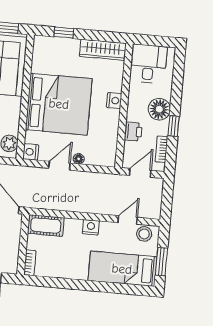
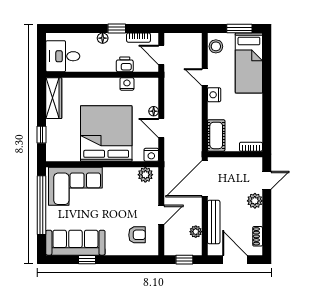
nightstand: (114, 101) -> (127, 84), moved
floor lamp: (159, 109) -> (103, 38), width x0.53, depth x0.53
door: (128, 220) -> (205, 77), moved

